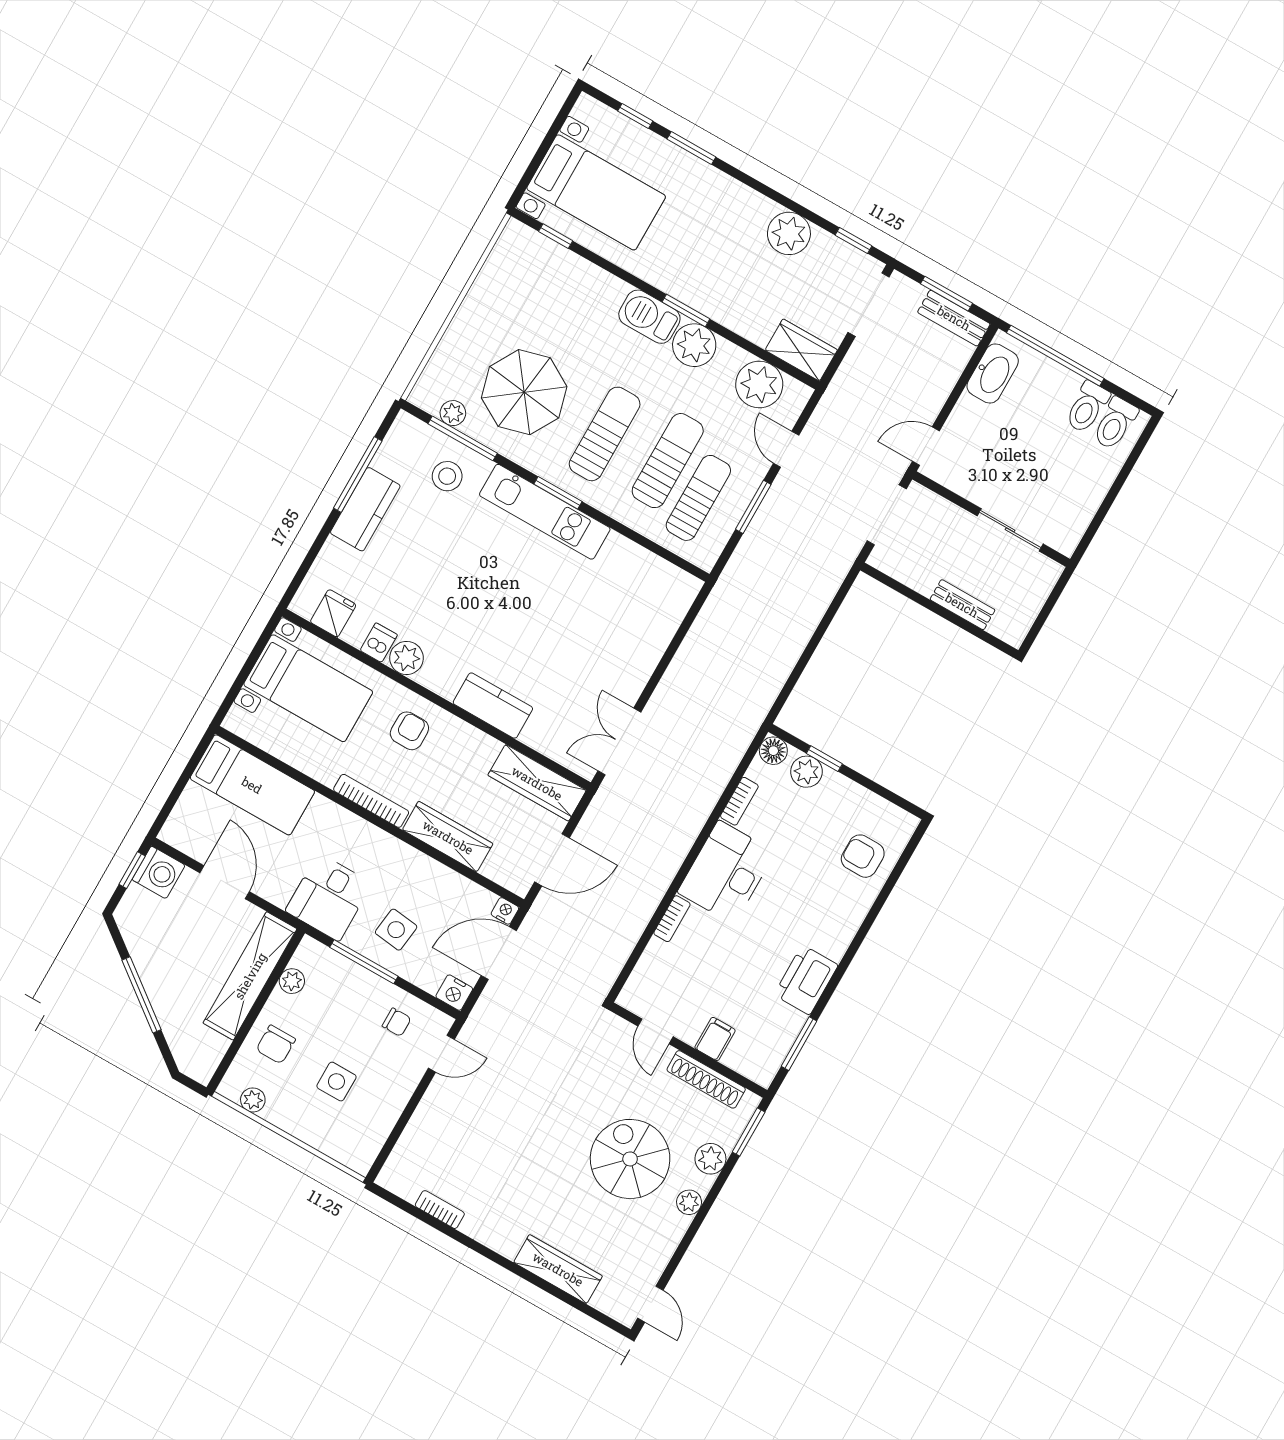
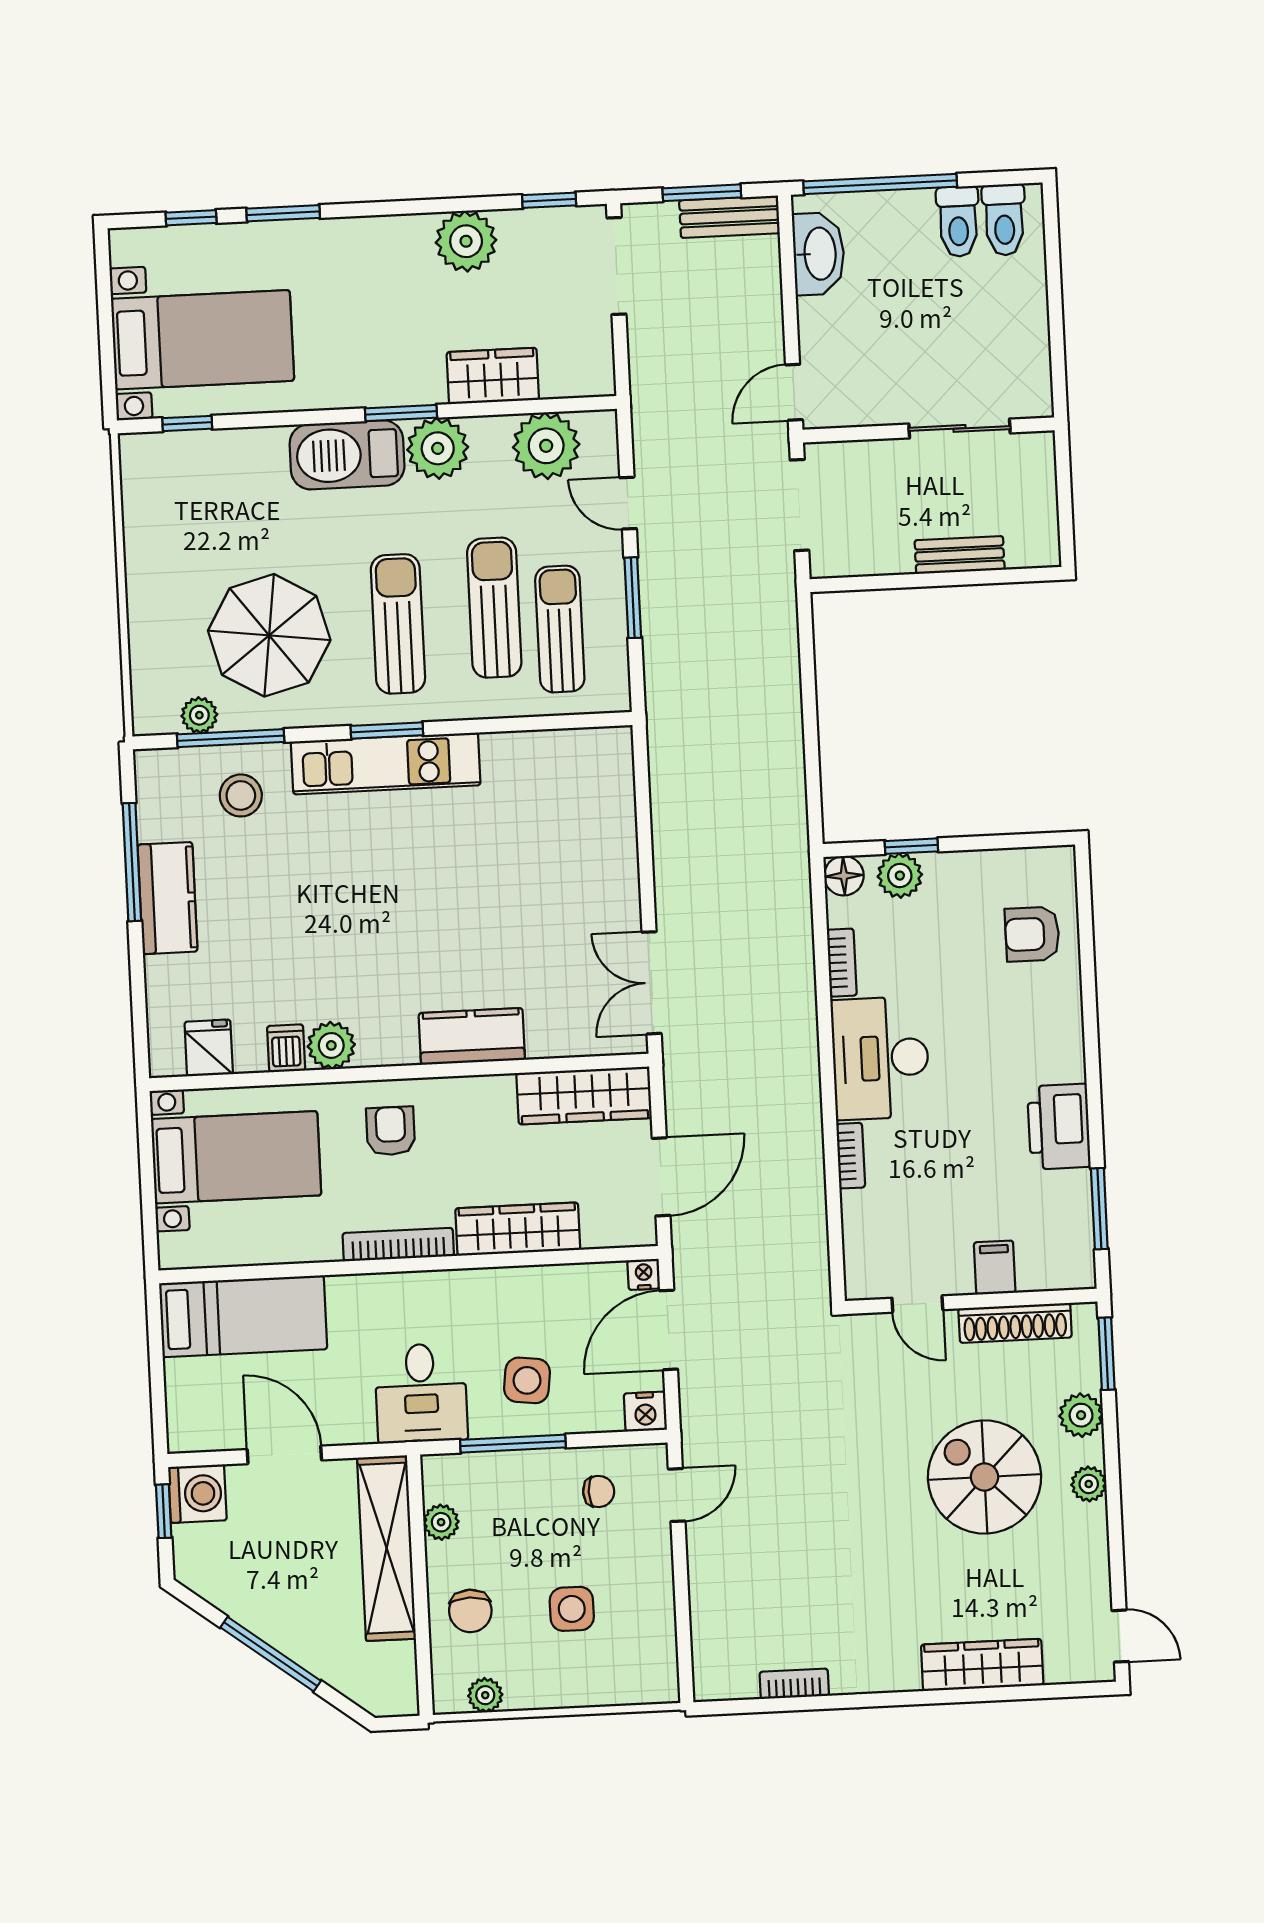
barbecue: (649, 317) -> (347, 455), width x1.37, depth x1.21
wardrobe: (801, 350) -> (493, 376), moved

